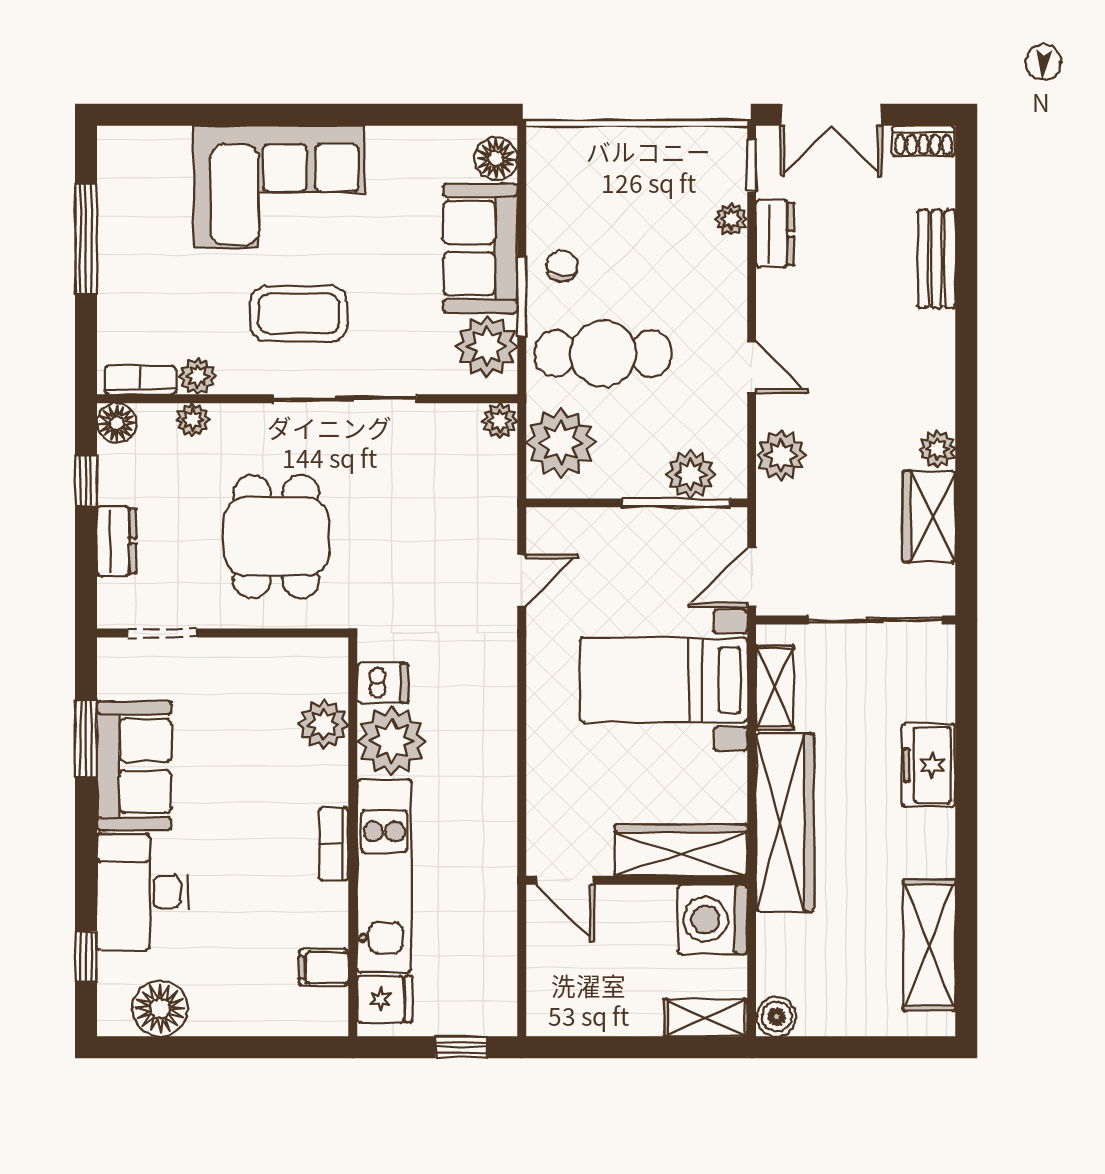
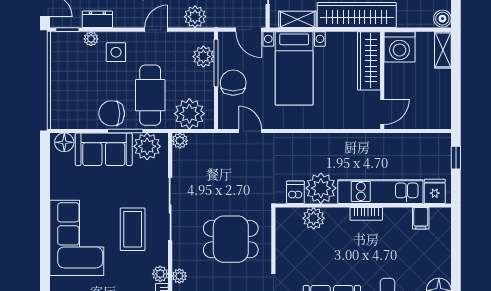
chair: (562, 266) -> (112, 113), width x1.87, depth x1.87
side table: (700, 276) -> (116, 52), added
chair: (631, 542) -> (233, 83), added

